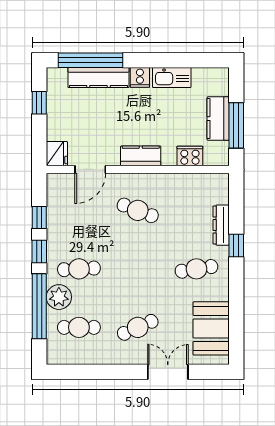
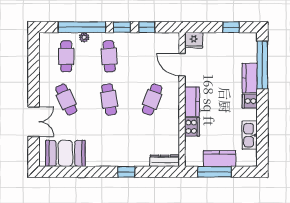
kitchen counter: (98, 78) -> (250, 78), width x0.67
kitchen sink: (172, 78) -> (250, 135), moved
cooker: (190, 156) -> (192, 127), moved
dresser: (221, 225) -> (165, 161), moved
cafe table: (196, 269) -> (109, 99), moved
plant: (59, 297) -> (84, 37), width x0.53, depth x0.53

